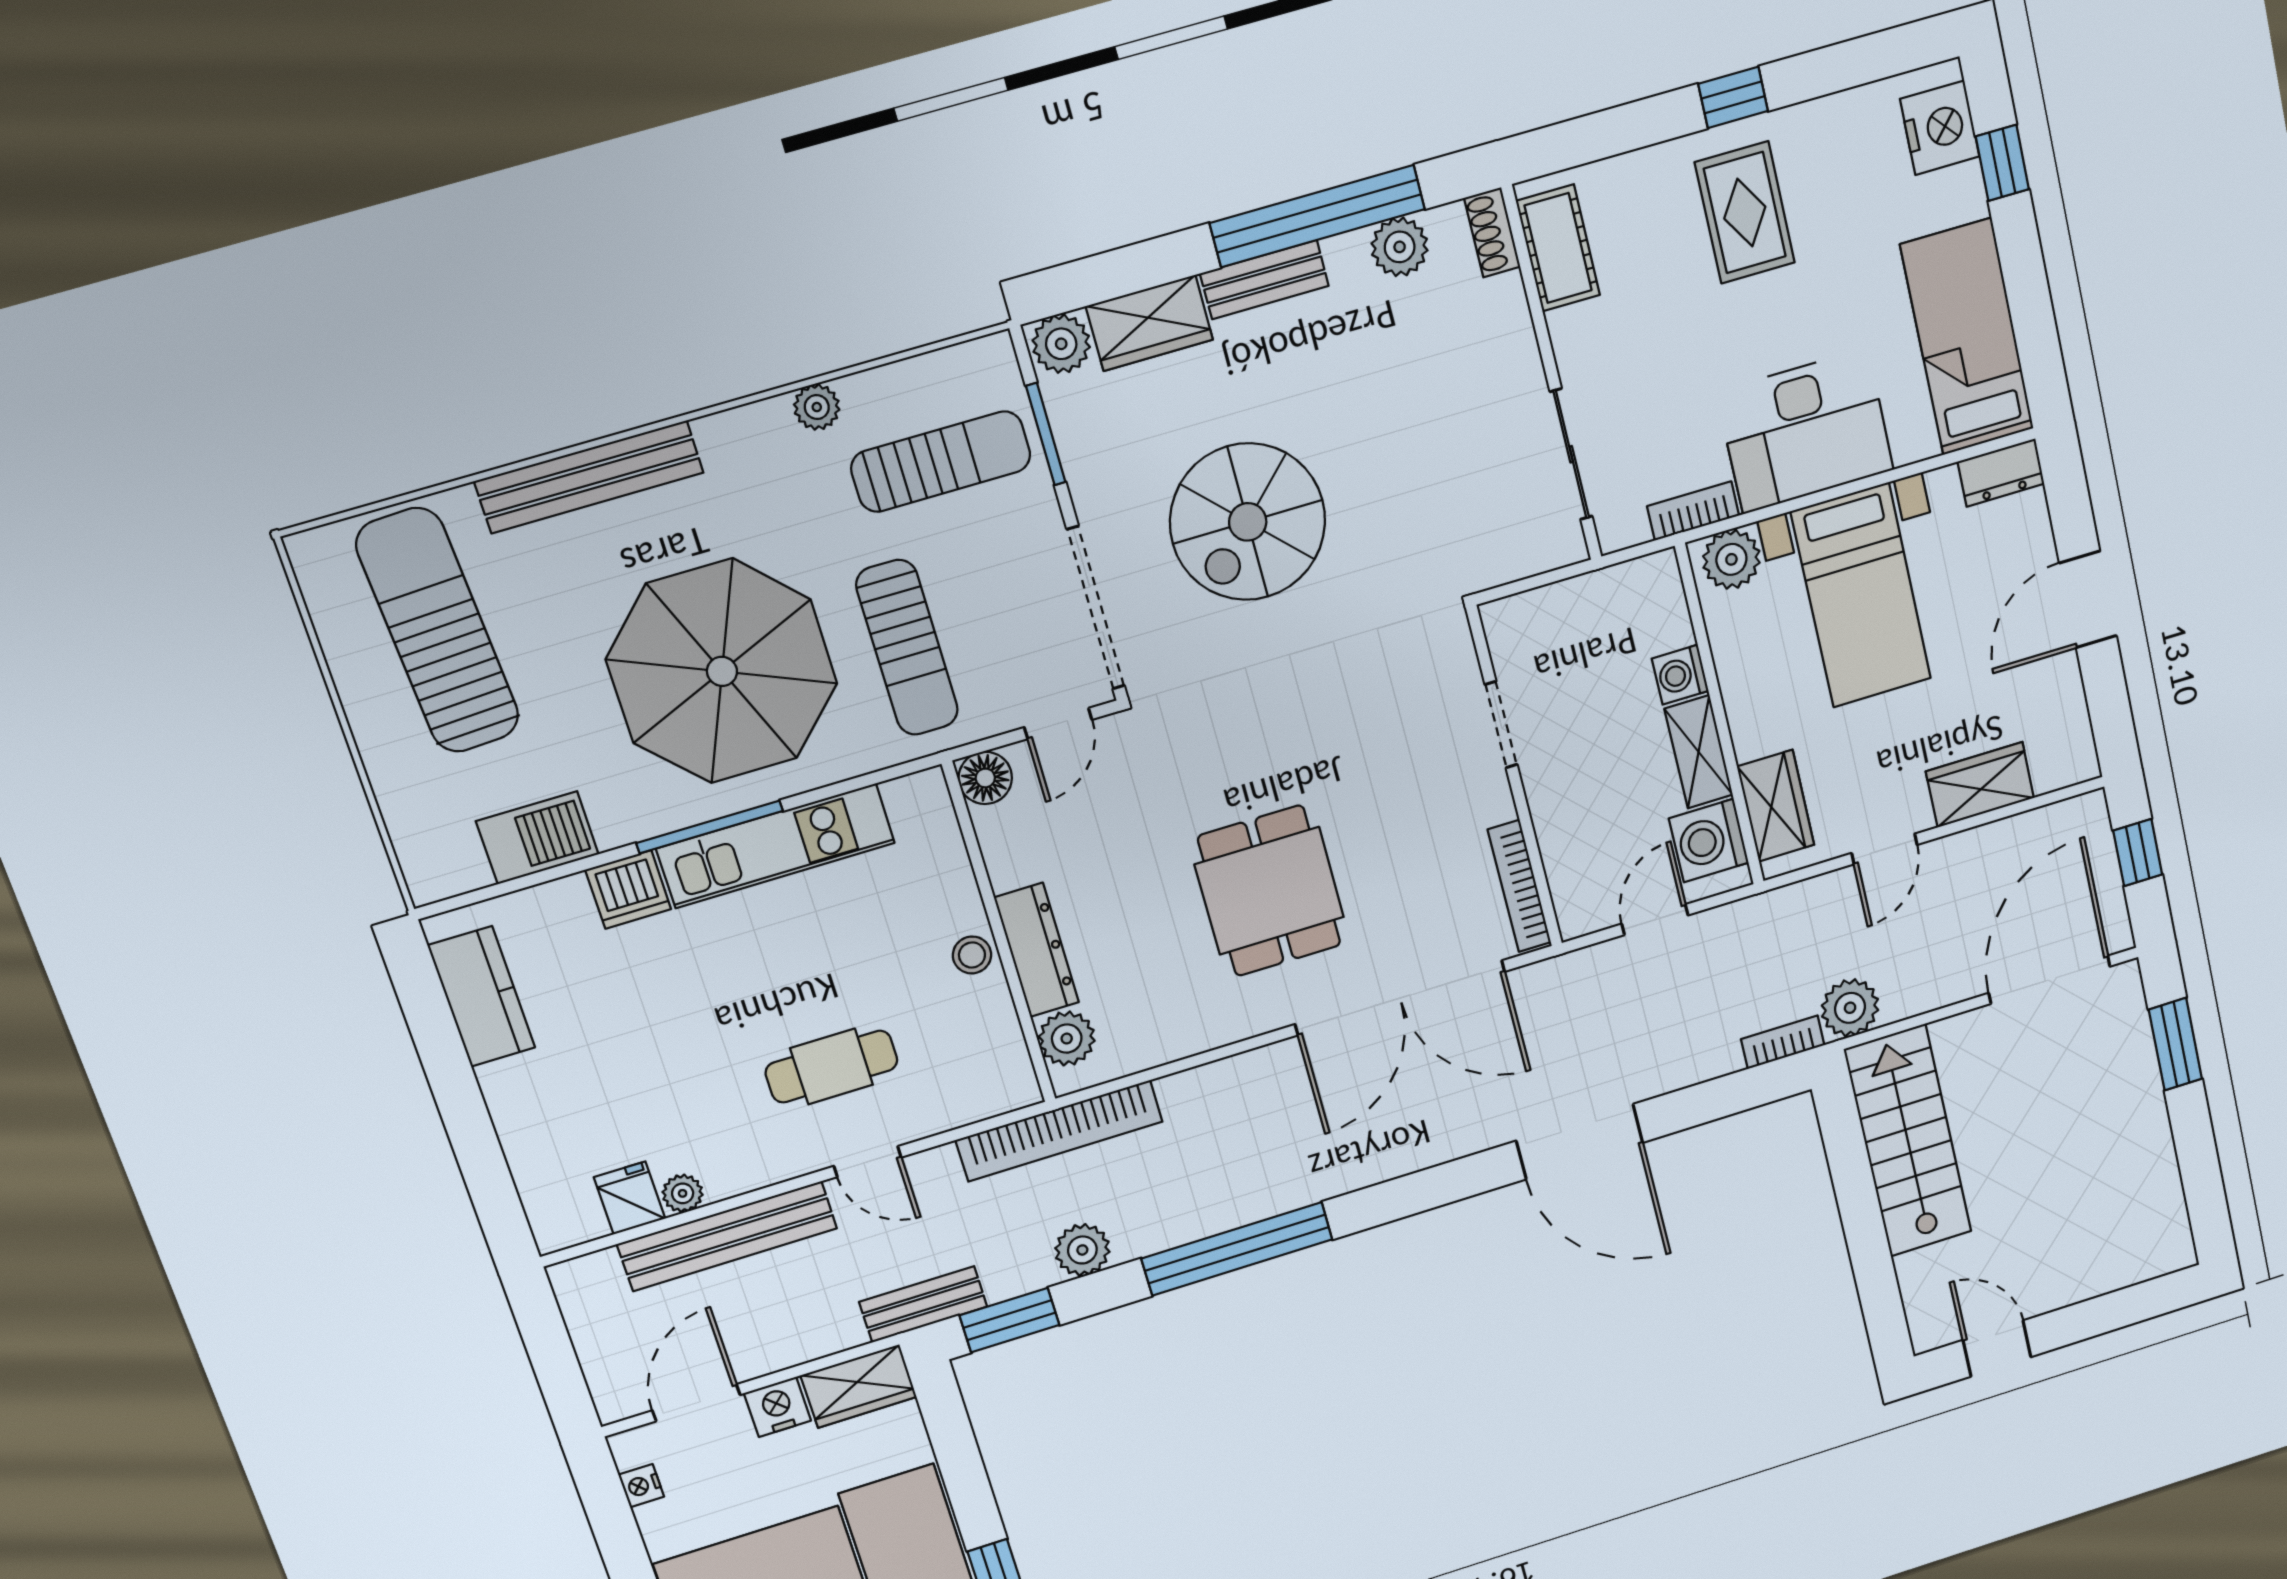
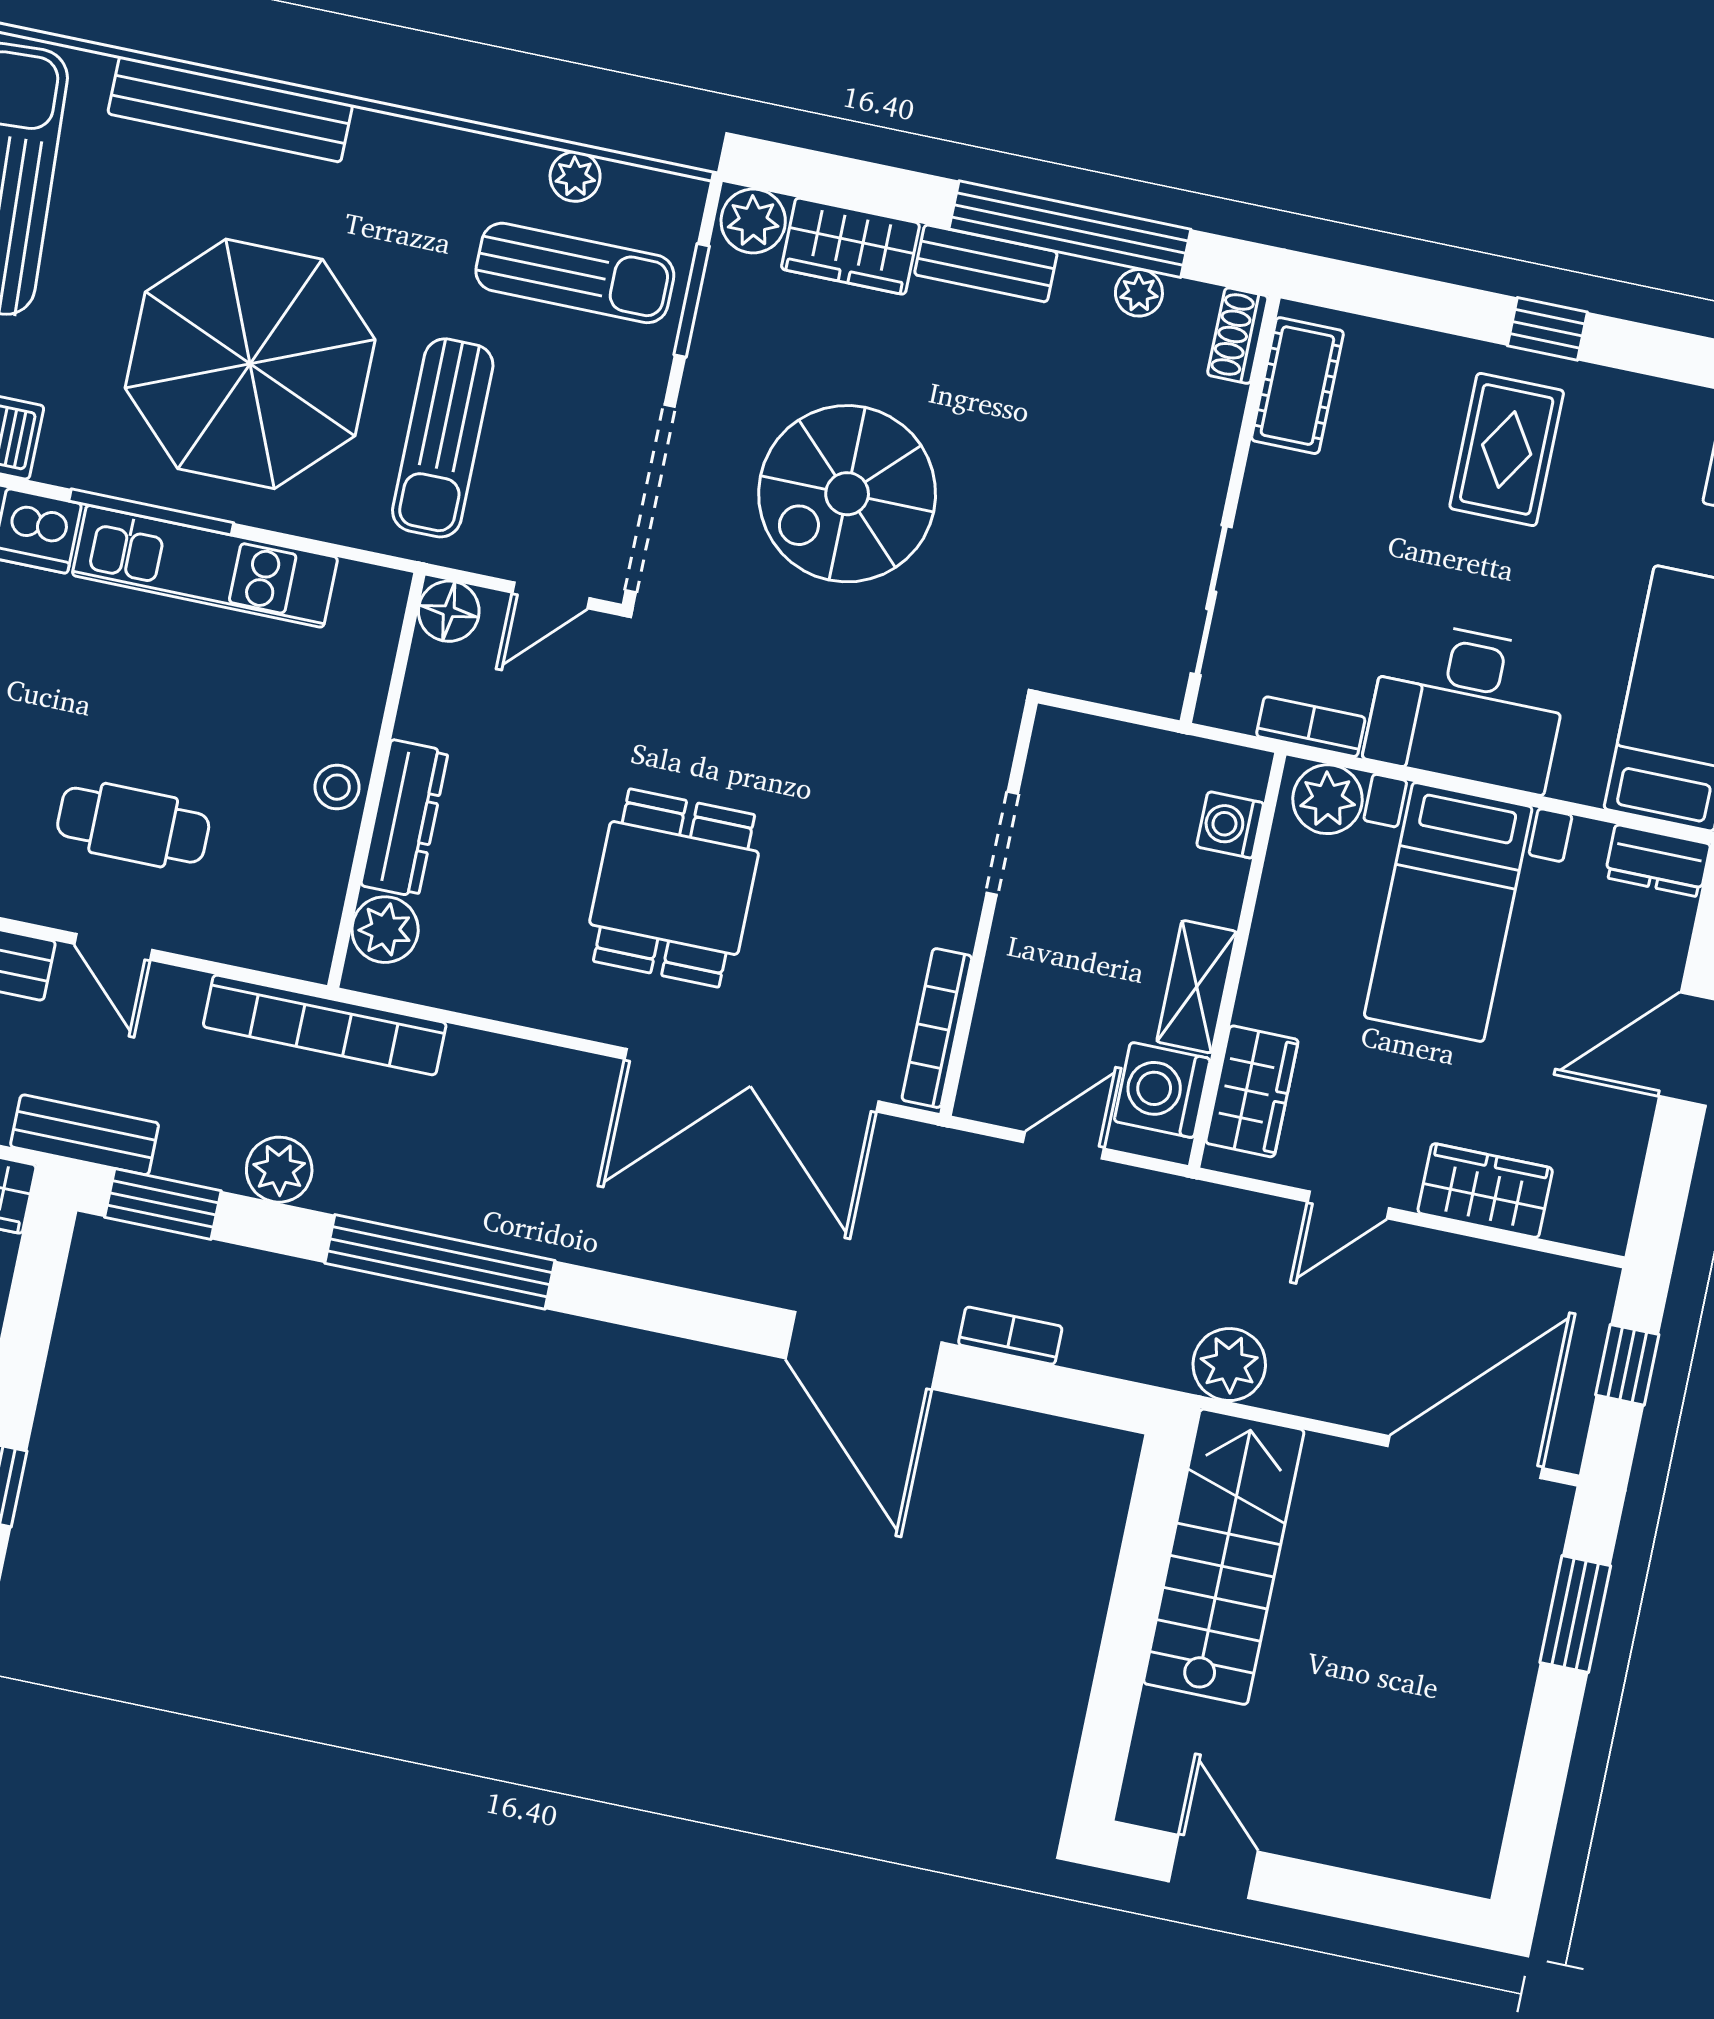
plant: (1400, 247) -> (1139, 293), width x0.73, depth x0.73
plant: (817, 407) -> (575, 177), moved
washing machine: (1680, 675) -> (1230, 825), moved
bookcase: (1783, 1042) -> (1010, 1336), moved

